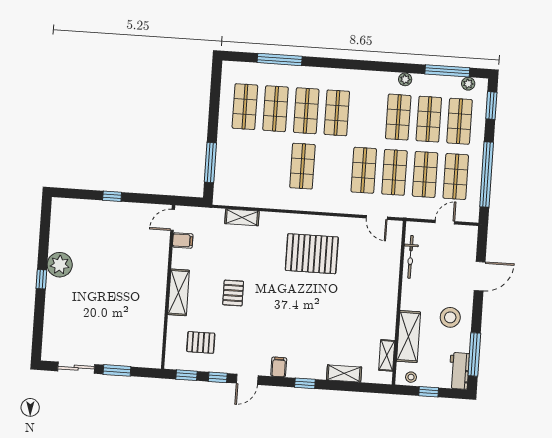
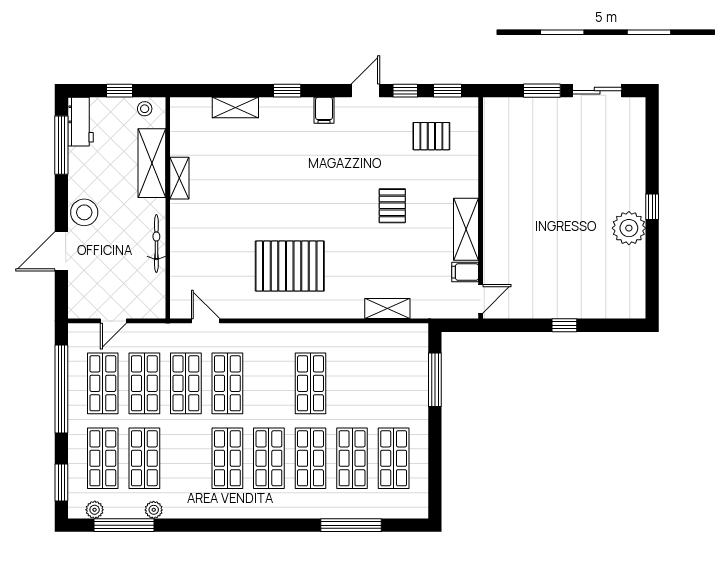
plant: (405, 79) -> (154, 510), moved
shop shelf: (398, 117) -> (227, 458), moved
bicycle: (411, 257) -> (156, 243), moved
shelving: (179, 292) -> (466, 229), moved
stool: (450, 317) -> (84, 212), moved
shelving: (387, 355) -> (179, 178), moved

